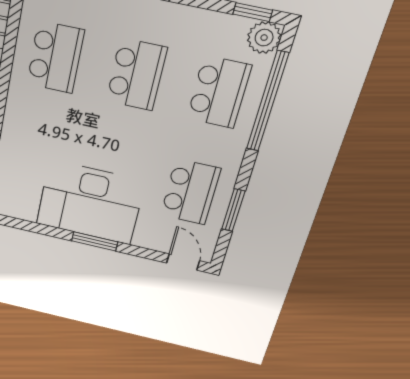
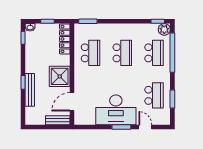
door: (183, 262) -> (145, 127), moved

